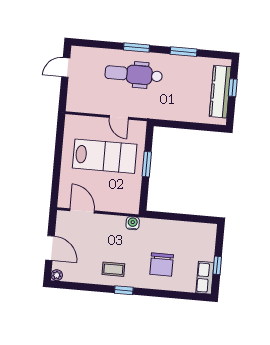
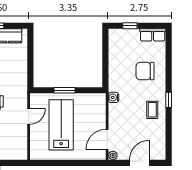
chair: (162, 265) -> (145, 71), turned 180
window: (217, 265) -> (130, 26), moved
plant: (57, 275) -> (113, 155), moved

